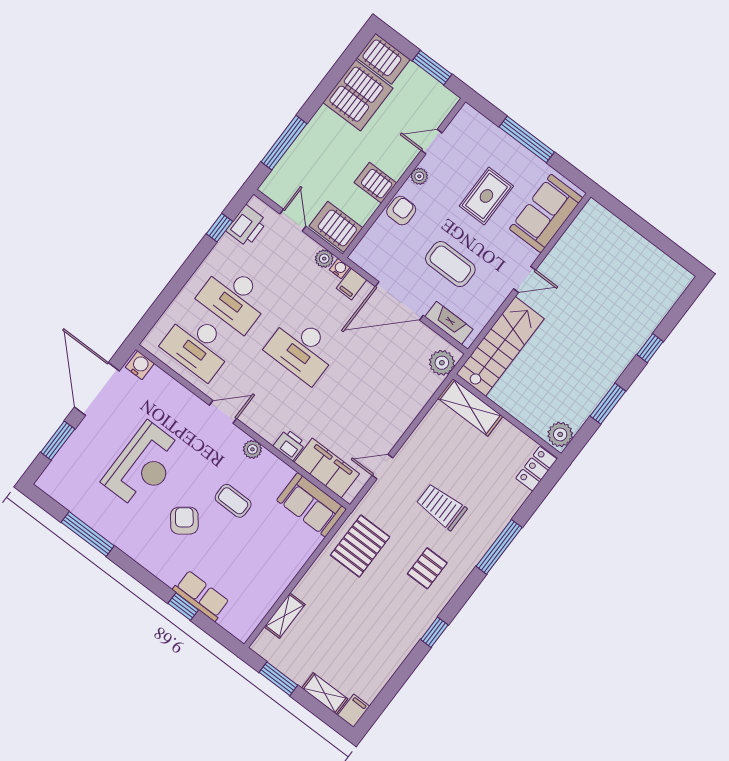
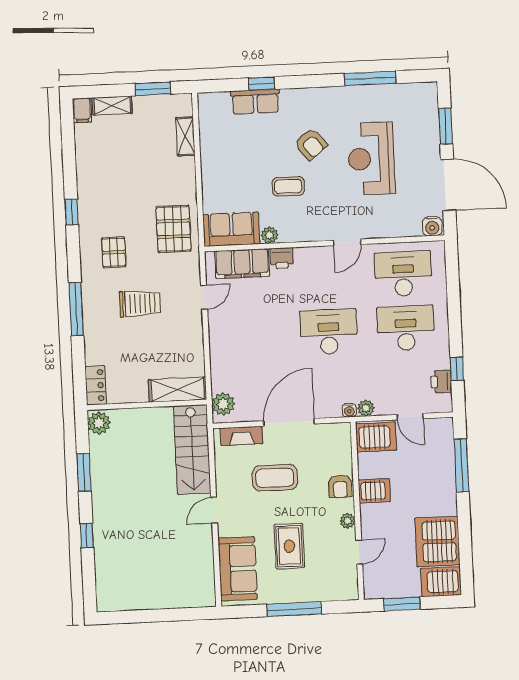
printer: (247, 226) -> (441, 382), width x0.73, depth x0.81
filing cabinet: (352, 284) -> (332, 406), removed
plant: (252, 449) -> (270, 235), moved

